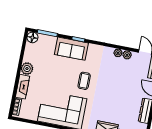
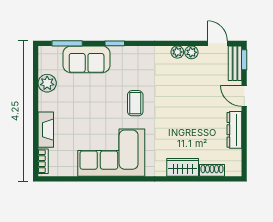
floor lamp: (32, 37) -> (46, 54), removed
sofa: (71, 49) -> (87, 59), moved
plant: (27, 69) -> (47, 83), moved

